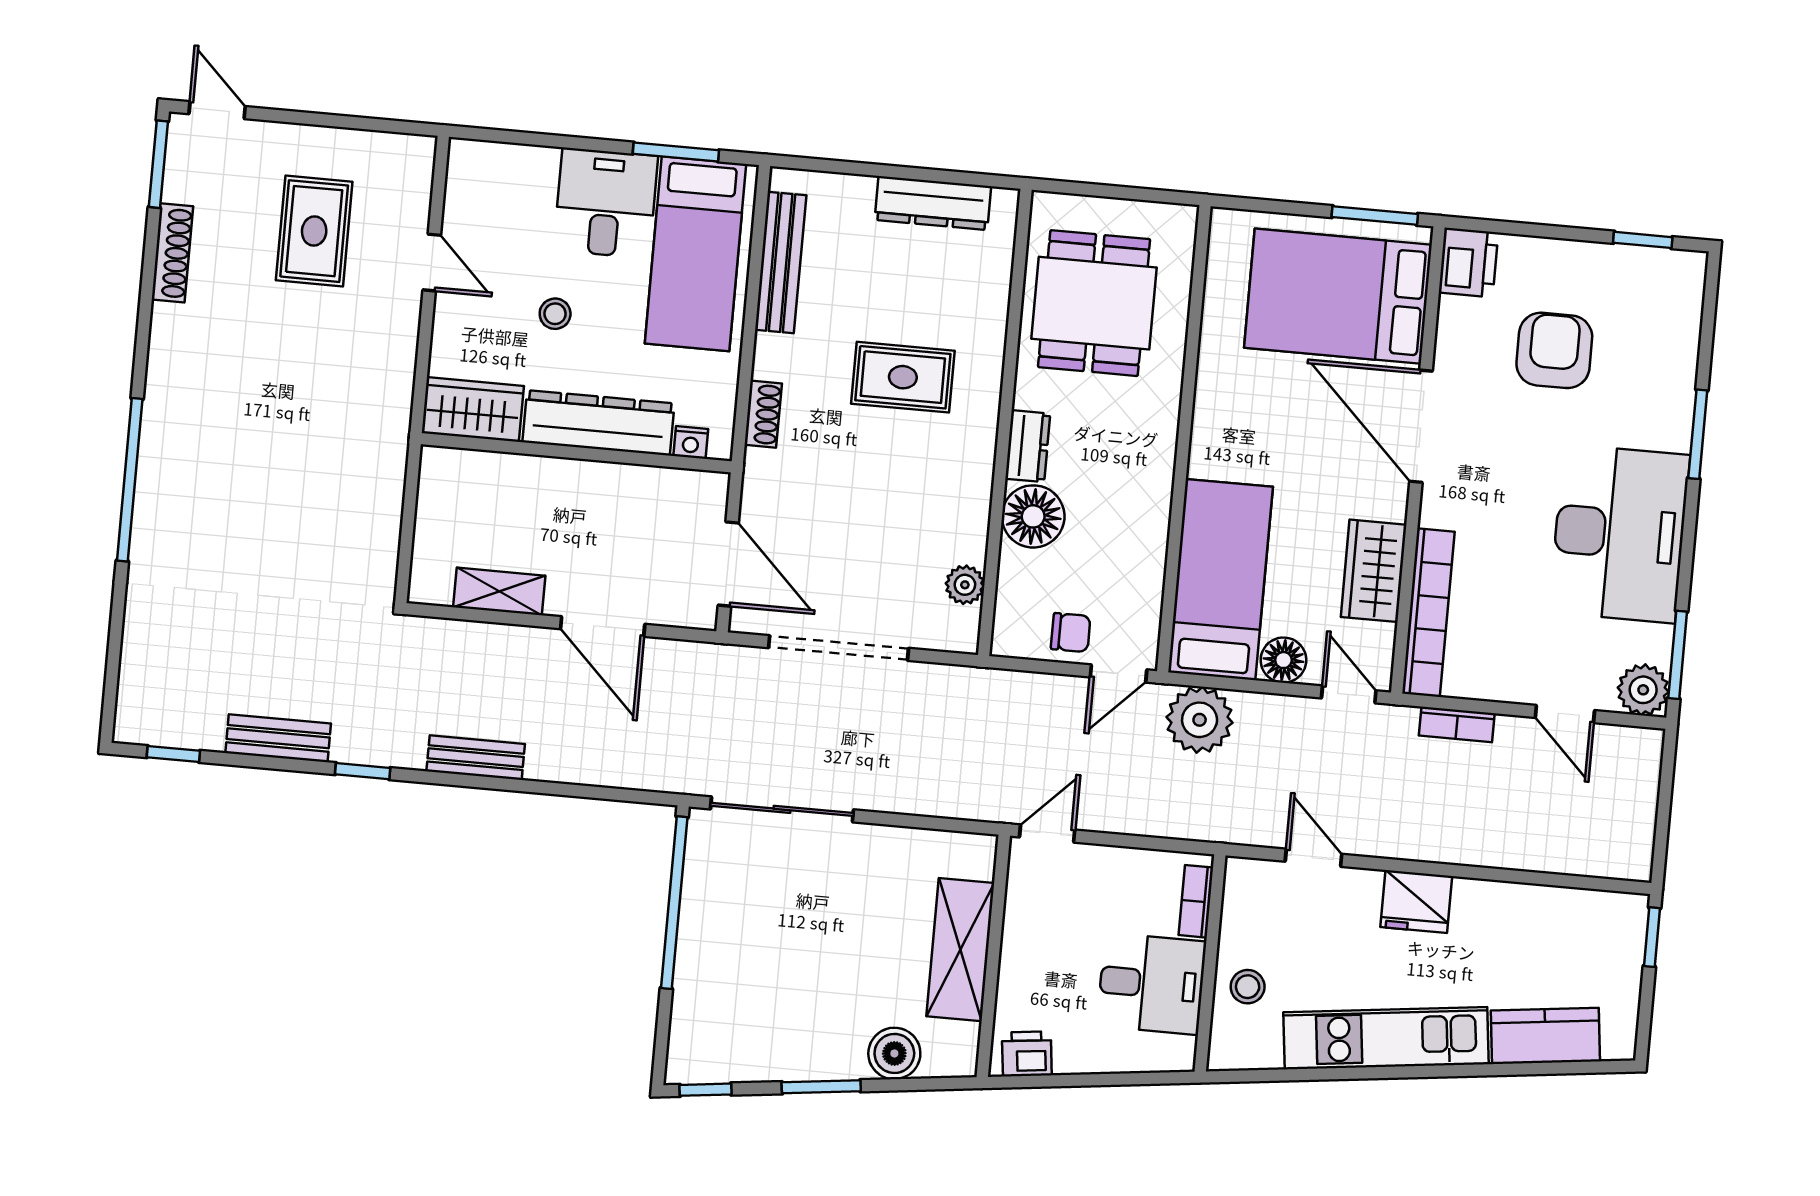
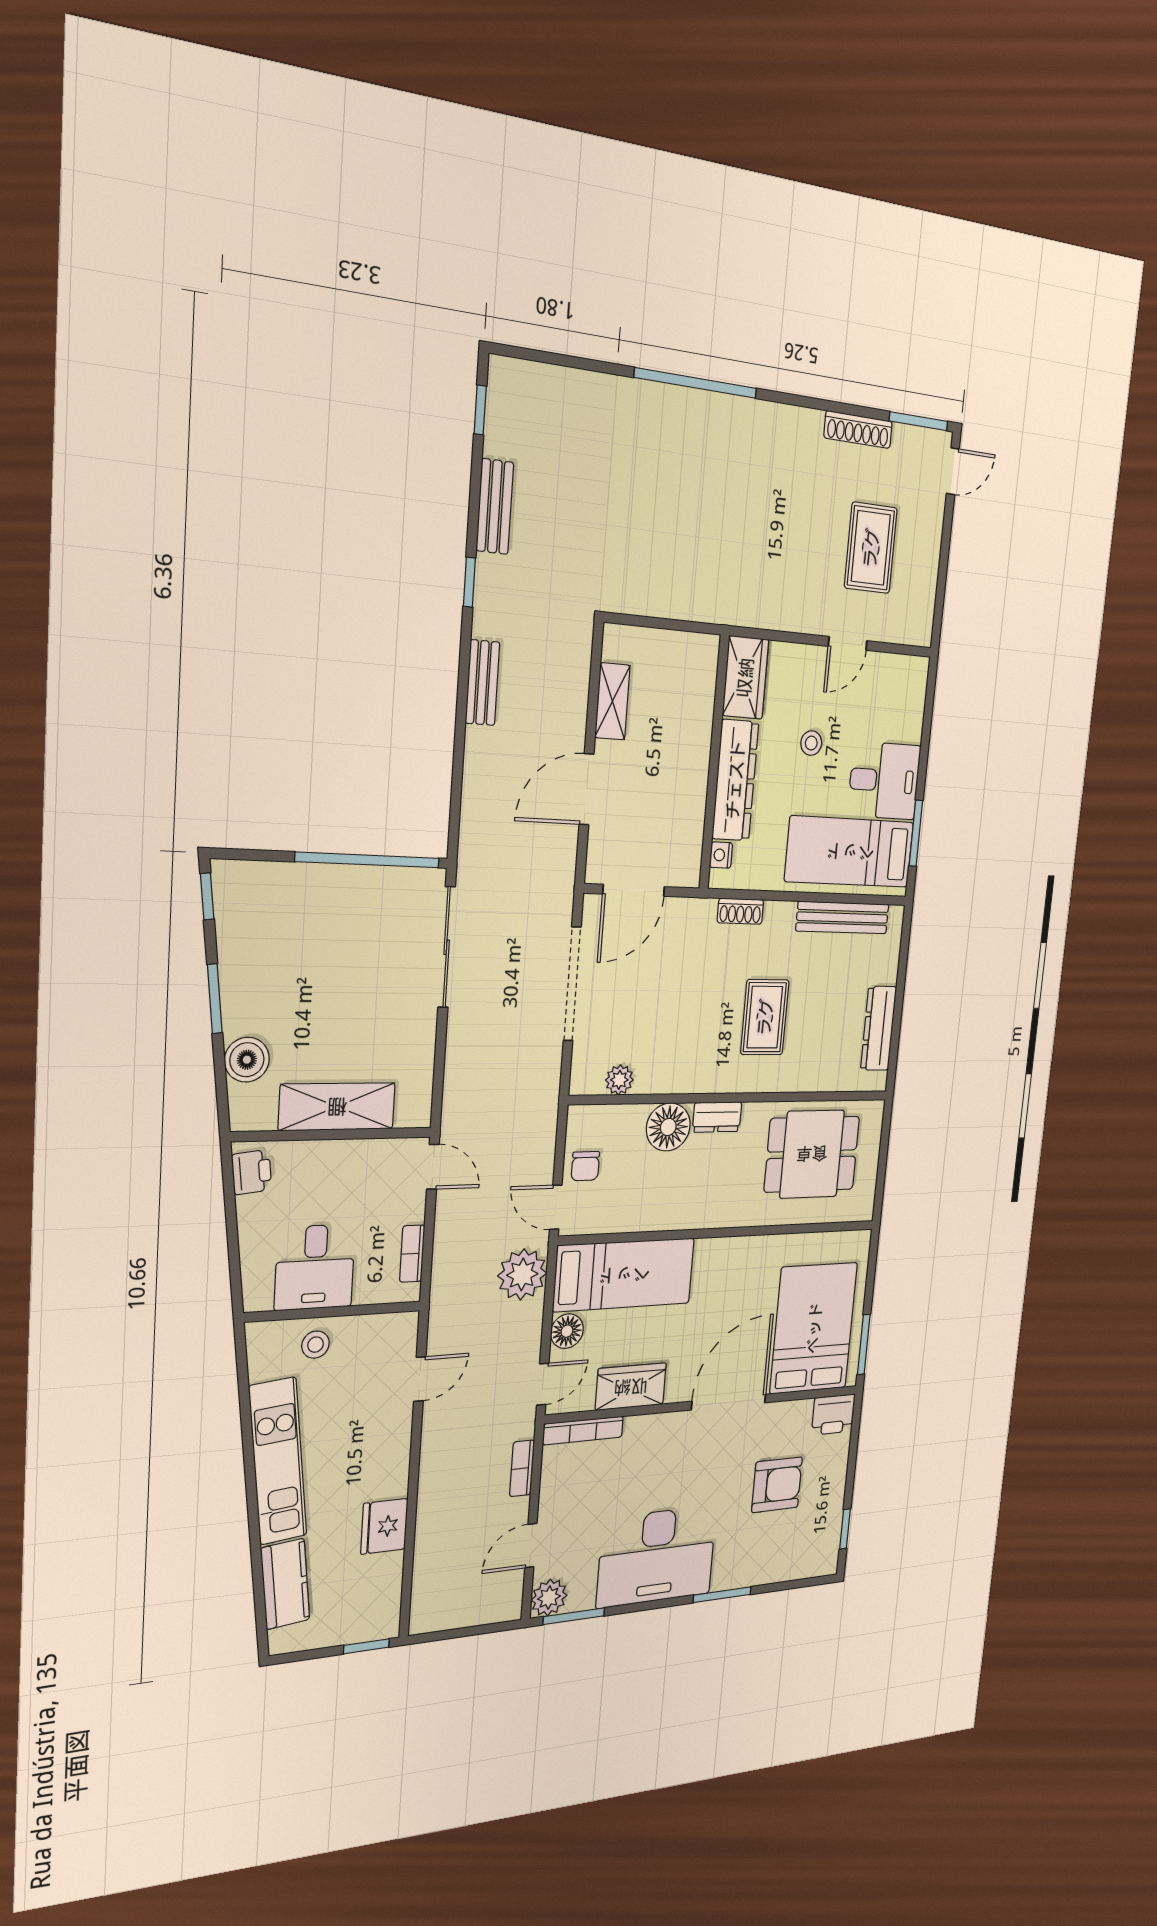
rug: (314, 231) -> (871, 548), turned 90
bookcase: (1428, 613) -> (583, 1430), width x0.68, depth x0.76
bookcase: (1196, 901) -> (412, 1254), moved, turned -90
fridge: (1416, 901) -> (384, 1526), moved

